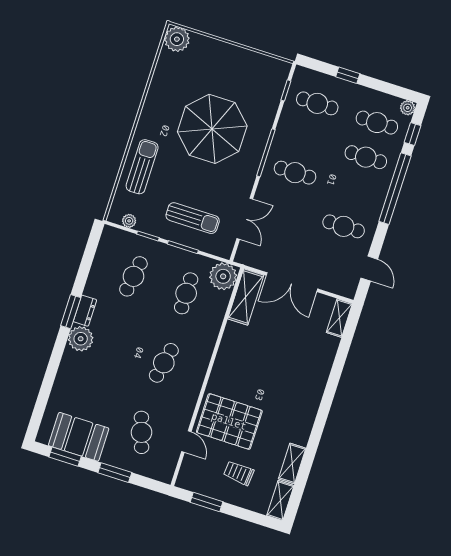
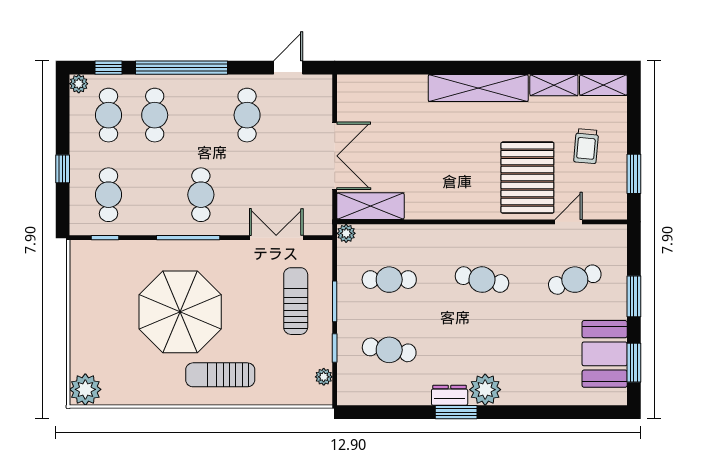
sun lounger: (142, 167) -> (220, 375), moved
plant: (223, 276) -> (346, 233), width x0.53, depth x0.53
shelving: (339, 318) -> (478, 88), moved, width x2.20, depth x1.33

